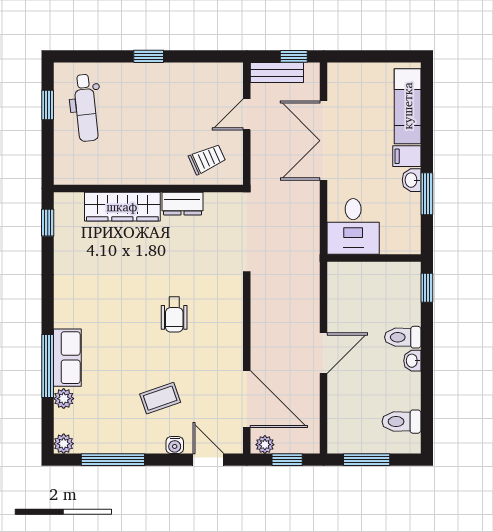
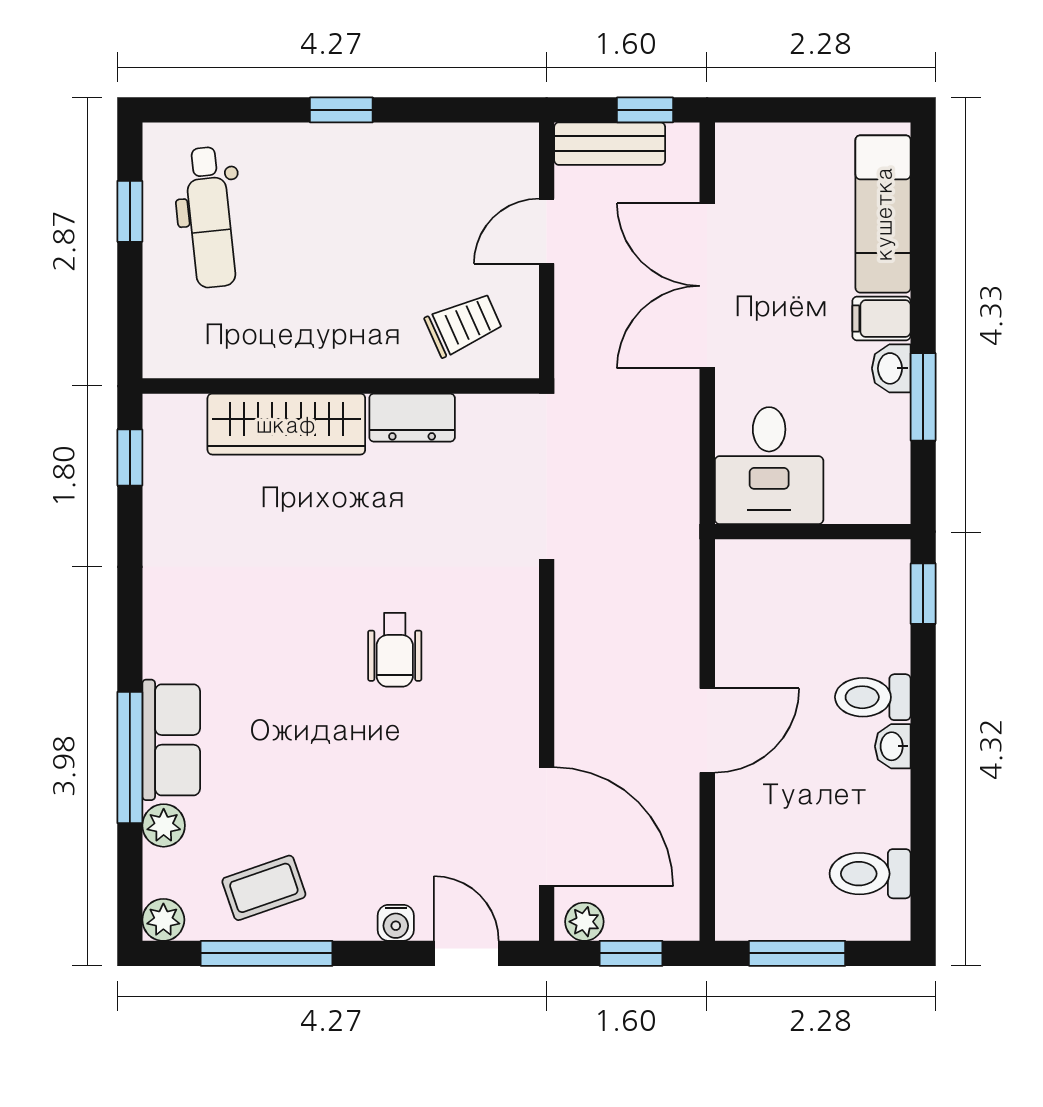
coffee table: (160, 398) -> (264, 888), moved

